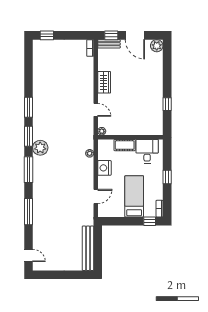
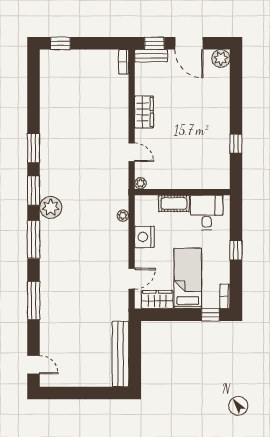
wardrobe: (113, 211) -> (157, 299), added

